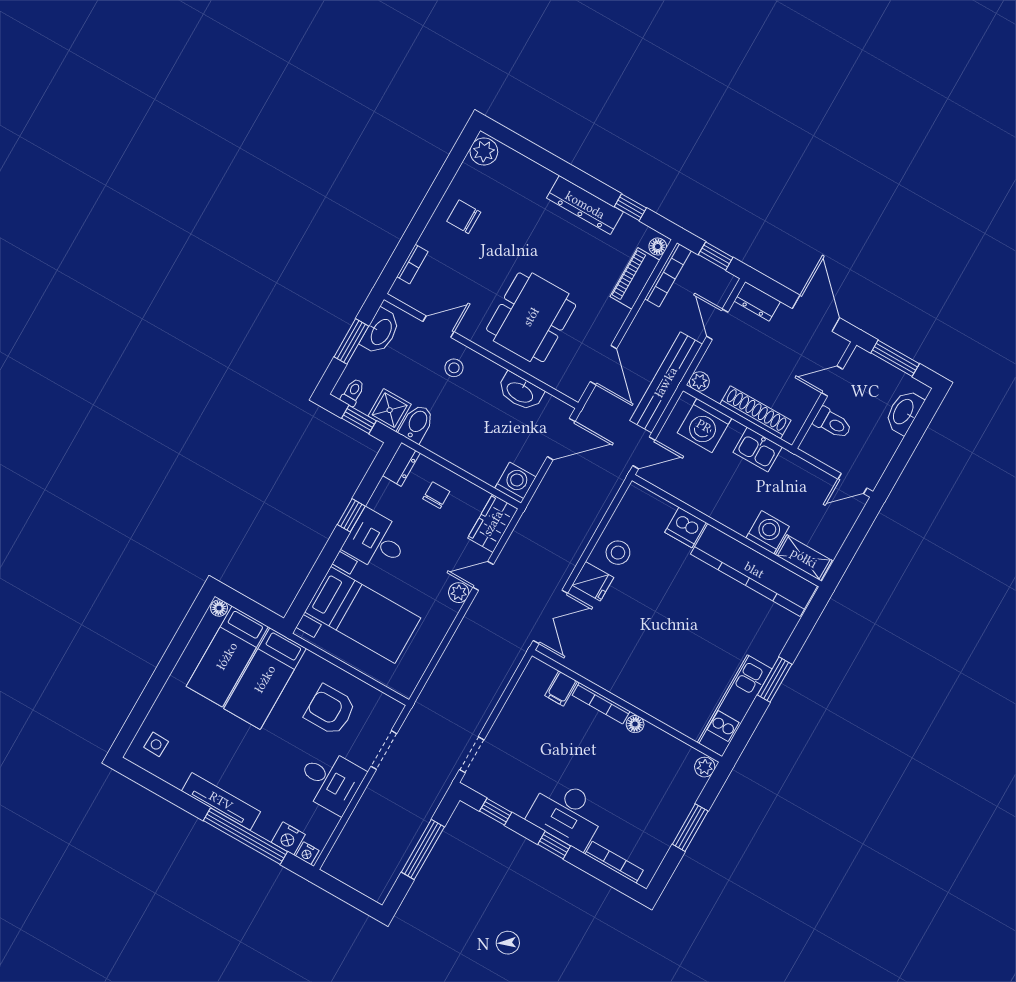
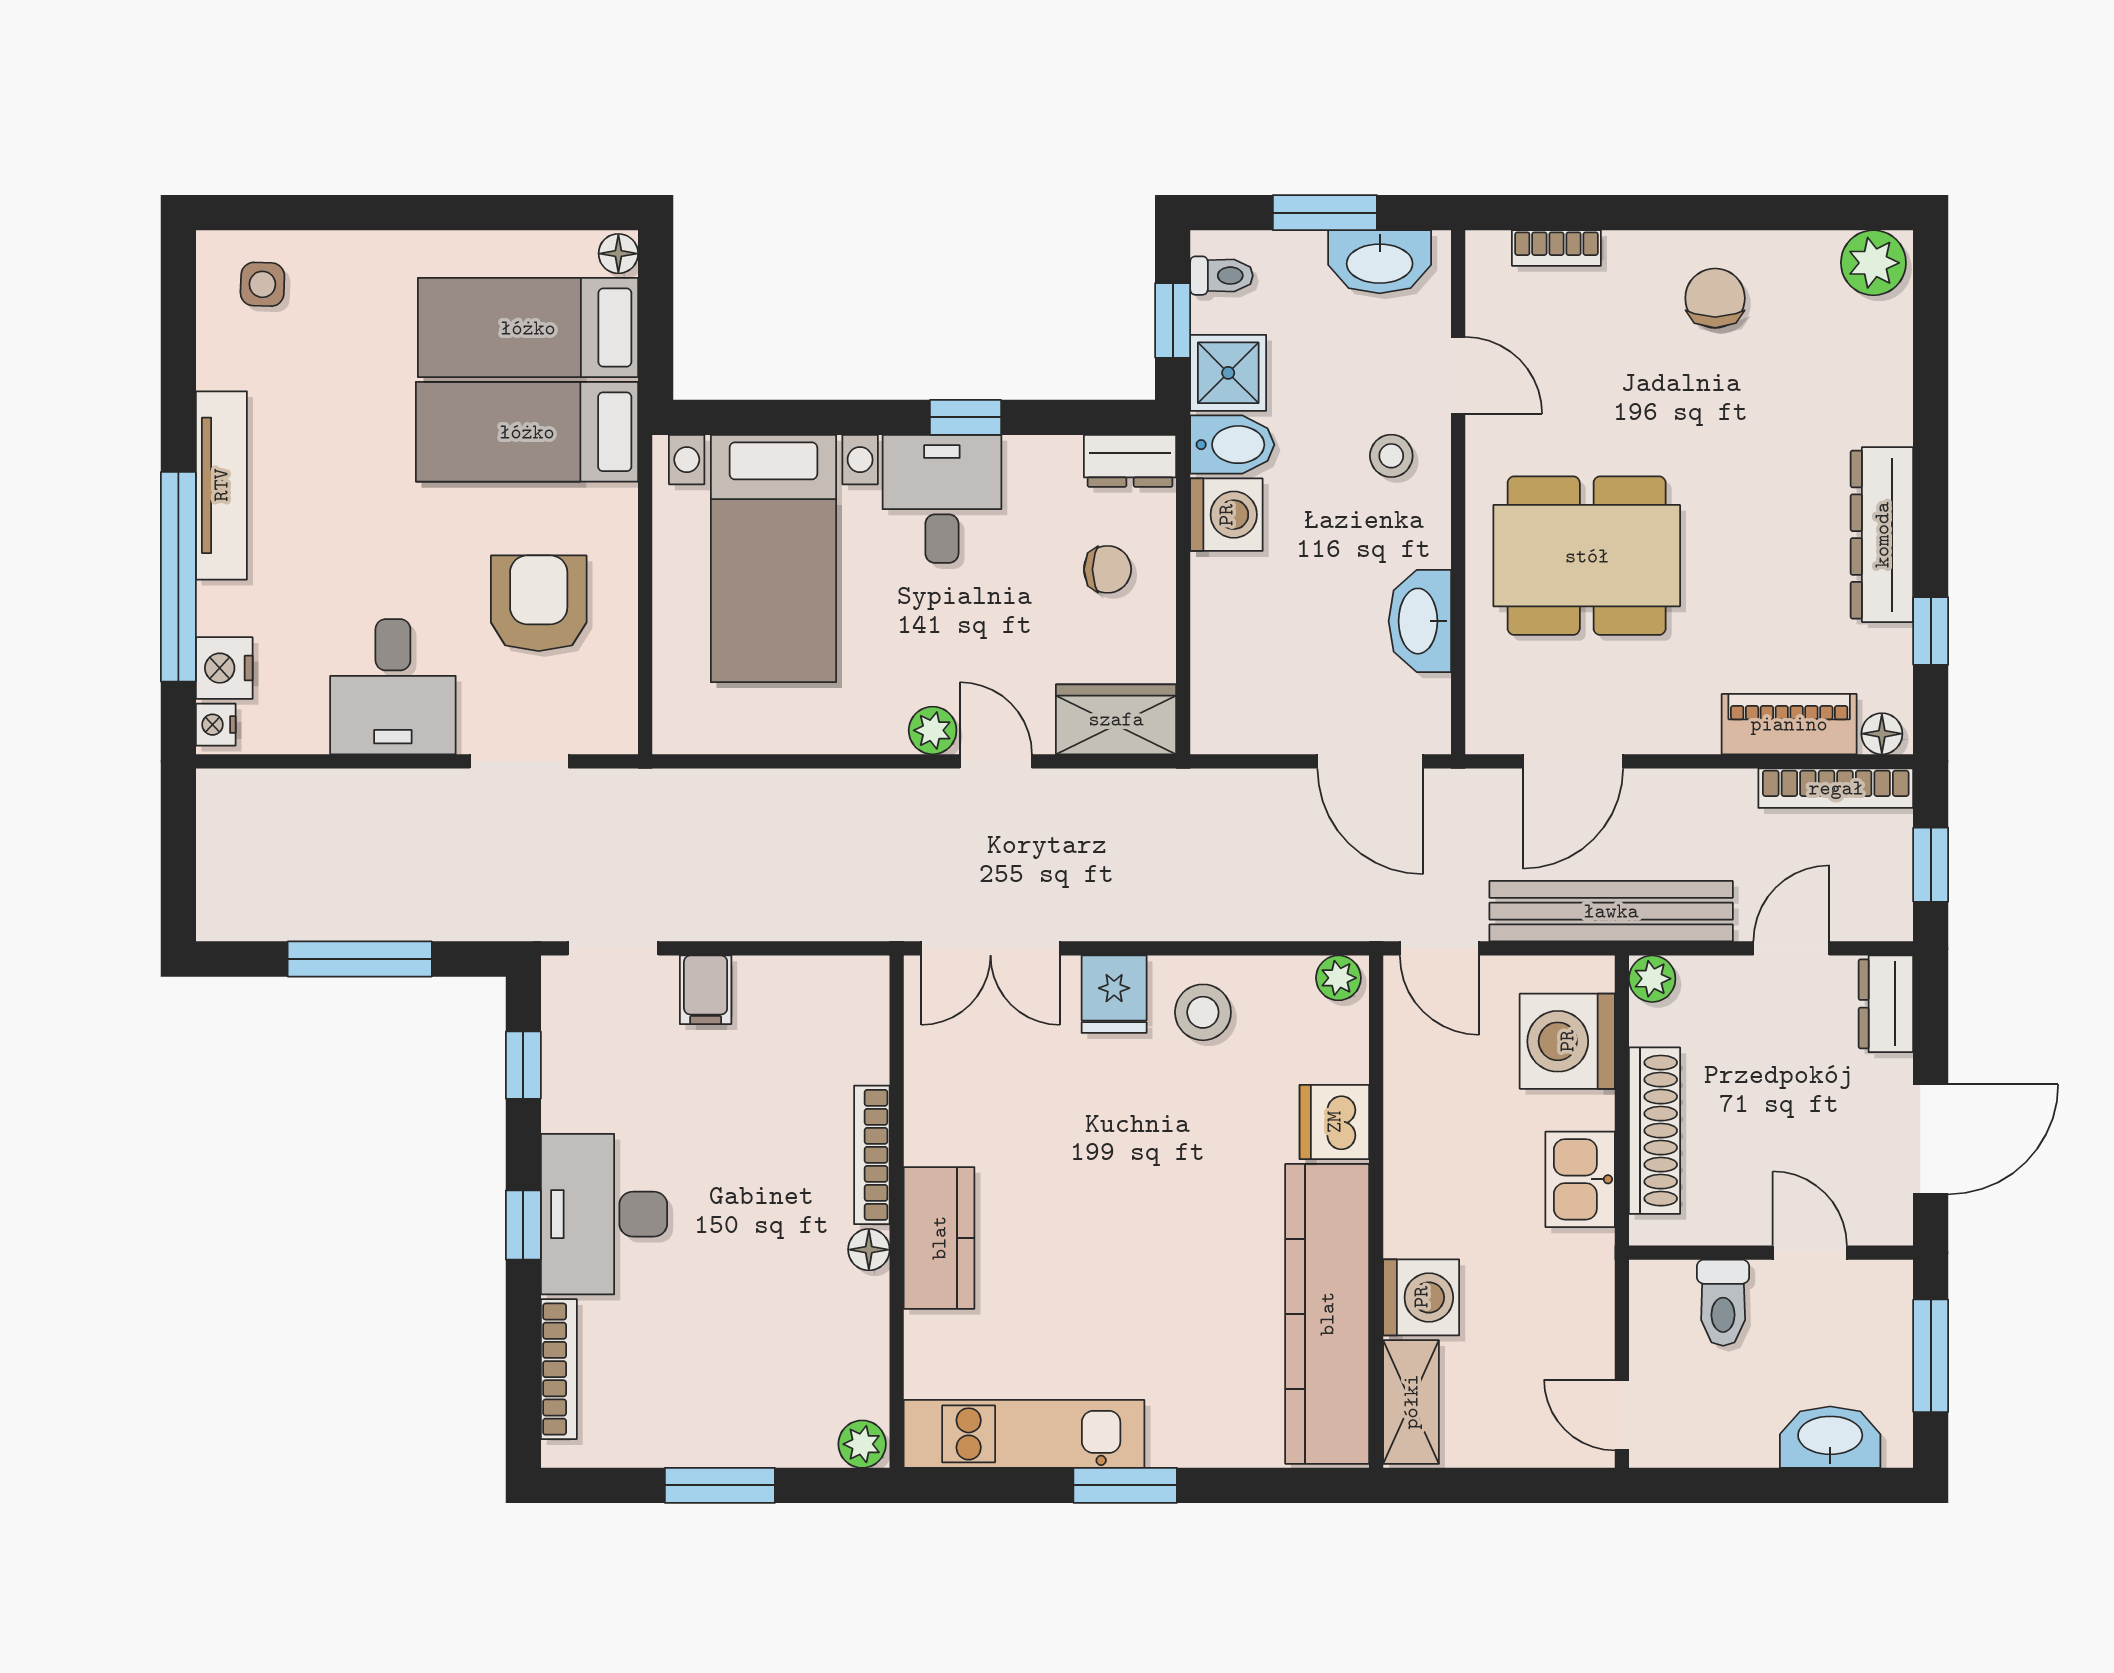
washing machine: (515, 483) -> (1226, 515), moved
plant: (634, 496) -> (1338, 978), added
filing cabinet: (561, 688) -> (706, 990), moved, turned -90
kitchen counter: (645, 696) -> (939, 1238), added

